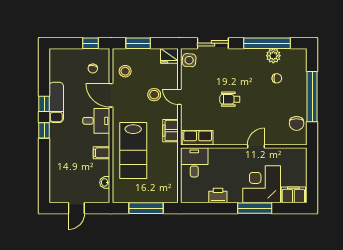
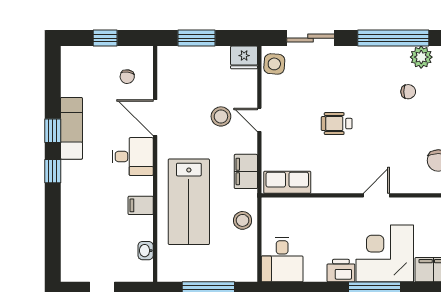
window: (90, 43) -> (105, 38), moved
plant: (273, 56) -> (421, 57), moved
stool: (125, 71) -> (243, 220), moved
desk: (194, 162) -> (282, 260), moved, turned 180
printer: (218, 196) -> (341, 271), moved

